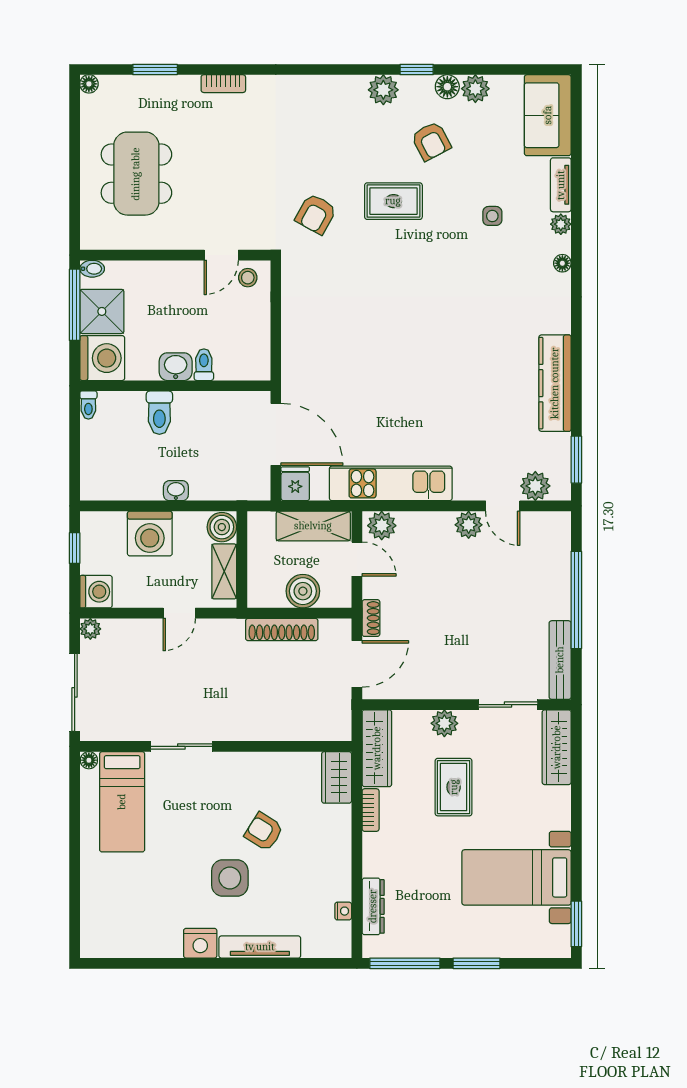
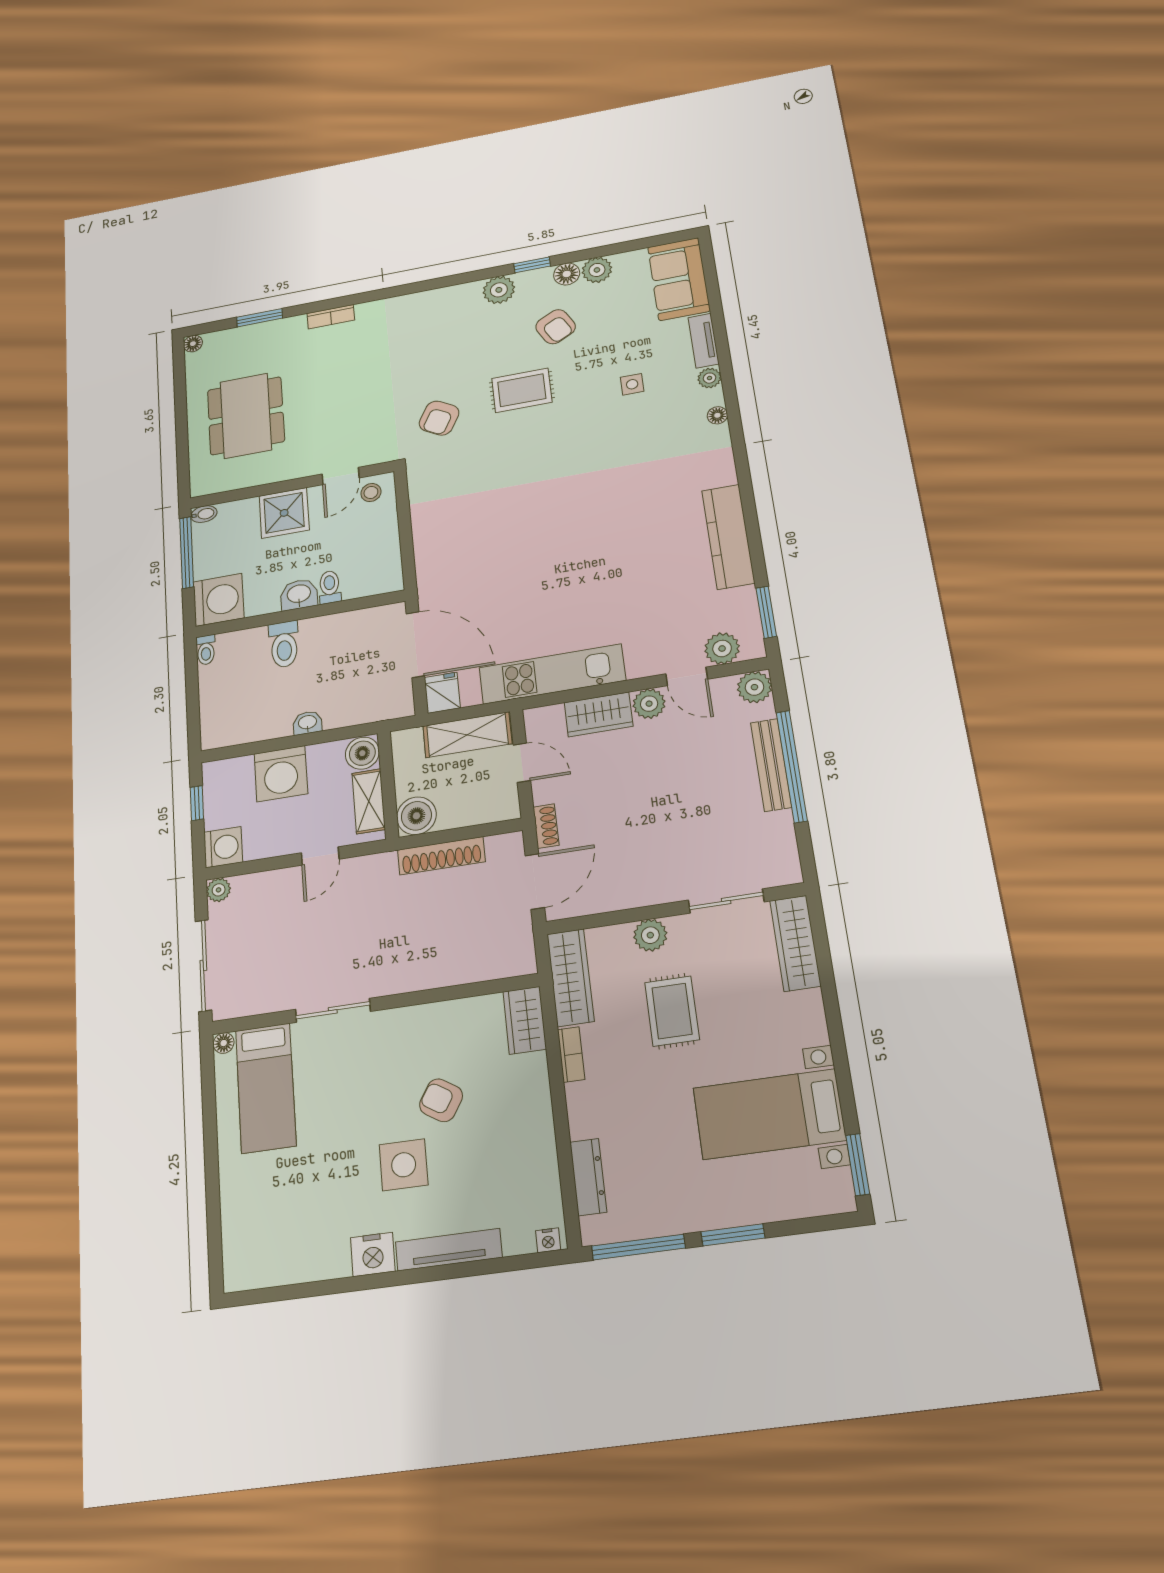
shower: (102, 311) -> (284, 513), moved
plant: (382, 526) -> (754, 687), moved
wardrobe: (426, 527) -> (599, 714), added
boiler: (303, 591) -> (416, 816), moved
bench: (560, 660) -> (771, 765), moved
nightstand: (343, 911) -> (548, 1240), moved, turned 90

